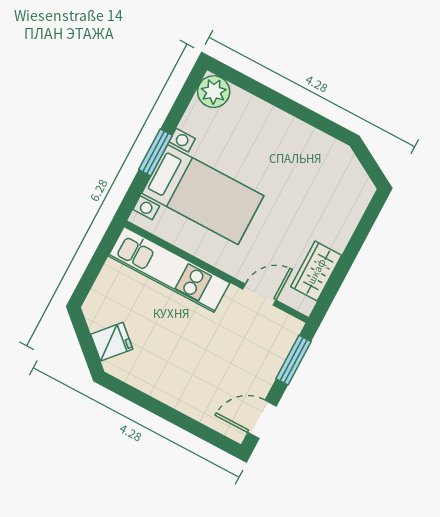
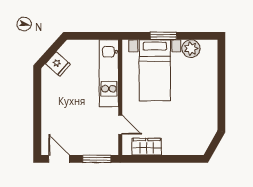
plant: (214, 92) -> (191, 49), moved

